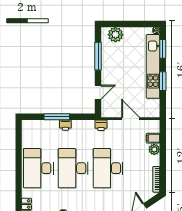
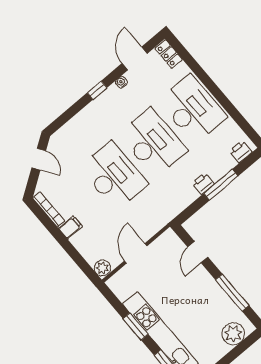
door: (131, 119) -> (136, 253), swing flipped
printer: (101, 125) -> (241, 152), moved
filing cabinet: (153, 138) -> (70, 227), moved
plant: (154, 149) -> (102, 268), moved

